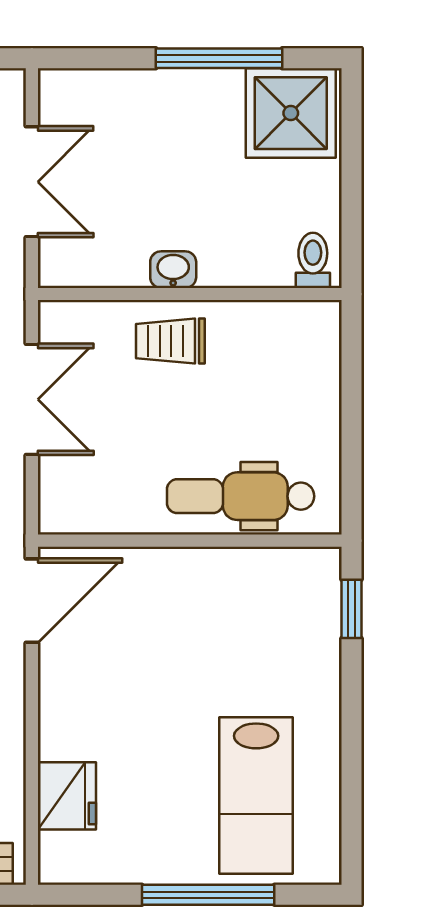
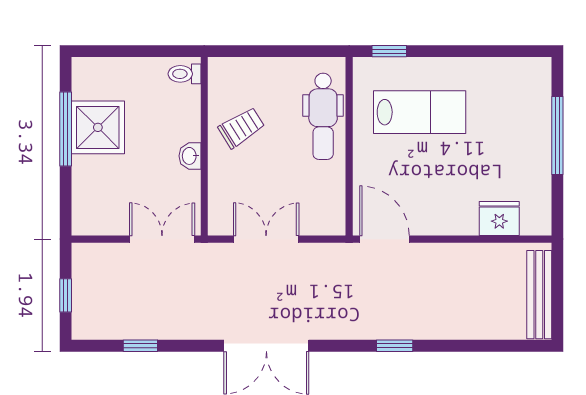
shower: (291, 113) -> (98, 127), moved
double door: (32, 182) -> (162, 239), moved
trolley: (170, 341) -> (241, 128), moved, turned -122
lab bench: (256, 795) -> (420, 112), moved

